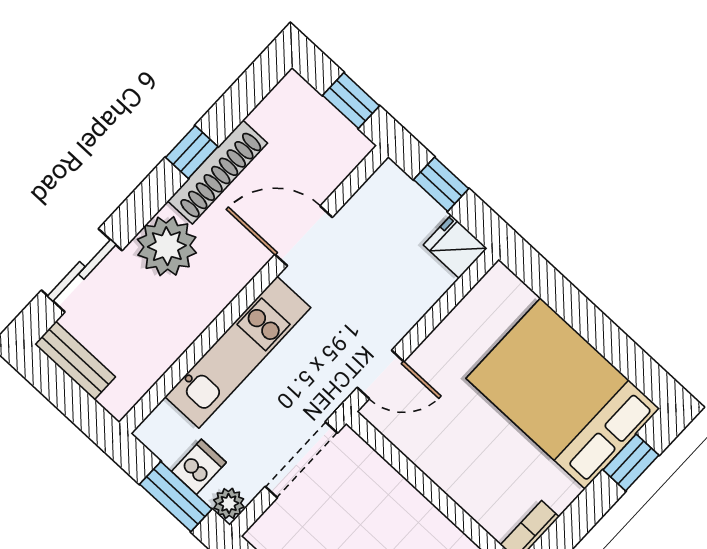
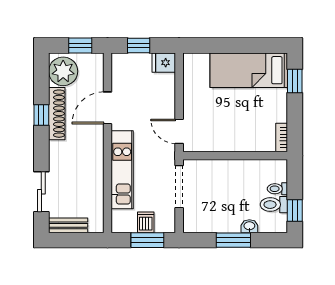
plant: (167, 246) -> (63, 71), moved
door: (380, 375) -> (179, 131), swing flipped
bed: (563, 393) -> (249, 70), width x0.67
plant: (229, 503) -> (168, 225), removed

